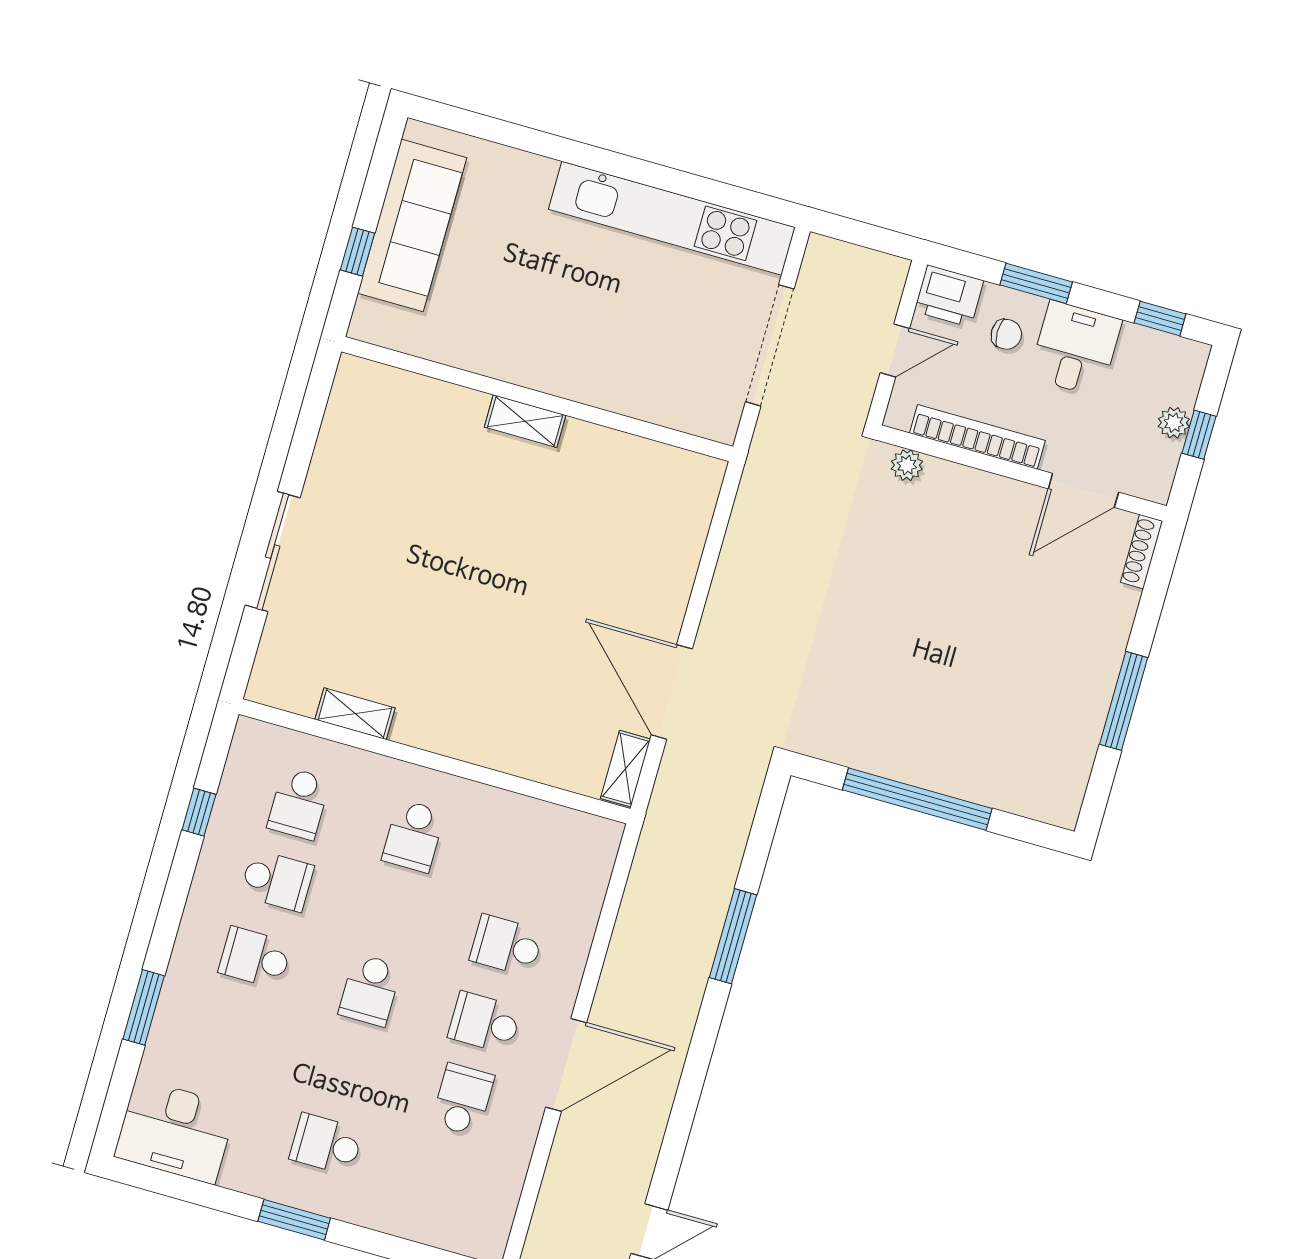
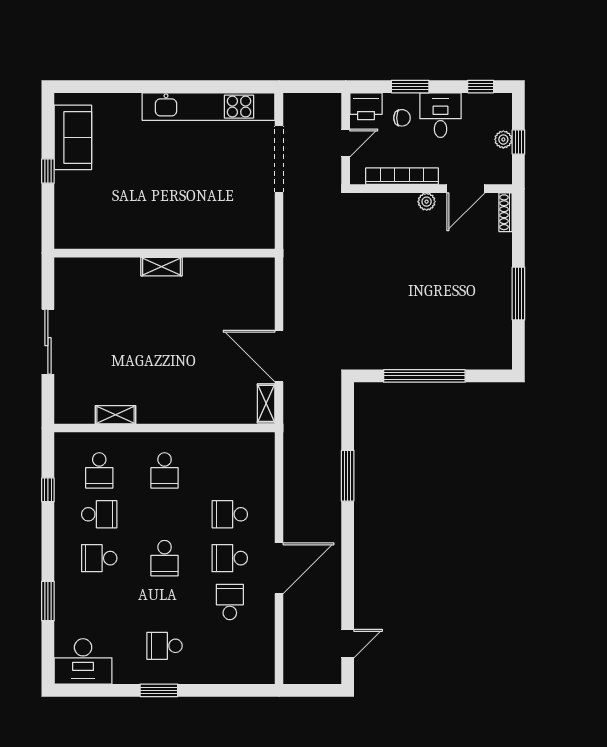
sofa: (412, 225) -> (73, 137), width x0.73
wall: (537, 399) -> (165, 253), moved
shelving: (525, 421) -> (161, 267), moved
plant: (907, 465) -> (427, 202), moved

